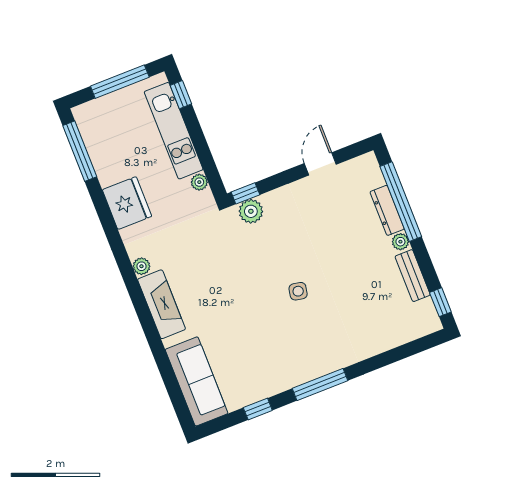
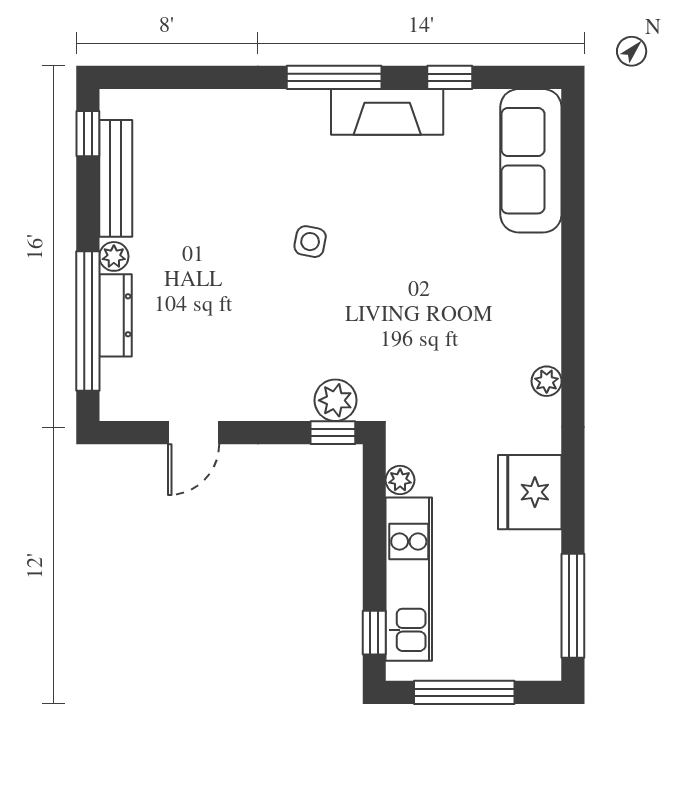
bench: (413, 276) -> (116, 178), width x1.36
fireplace: (162, 304) -> (387, 112), moved, turned -90

